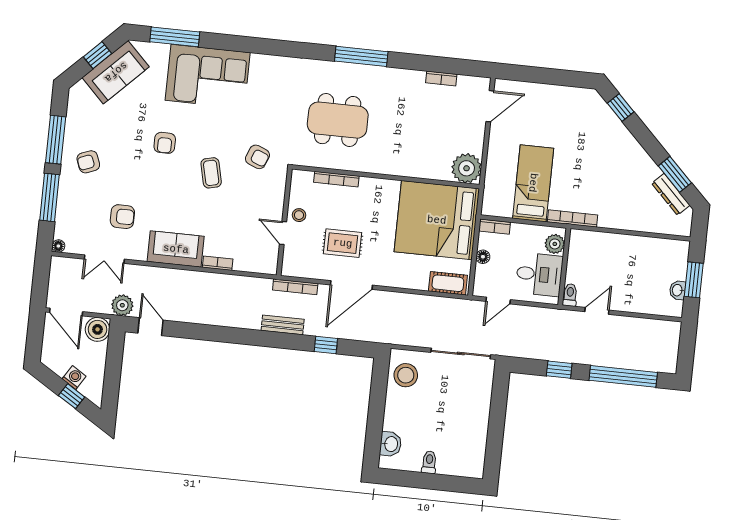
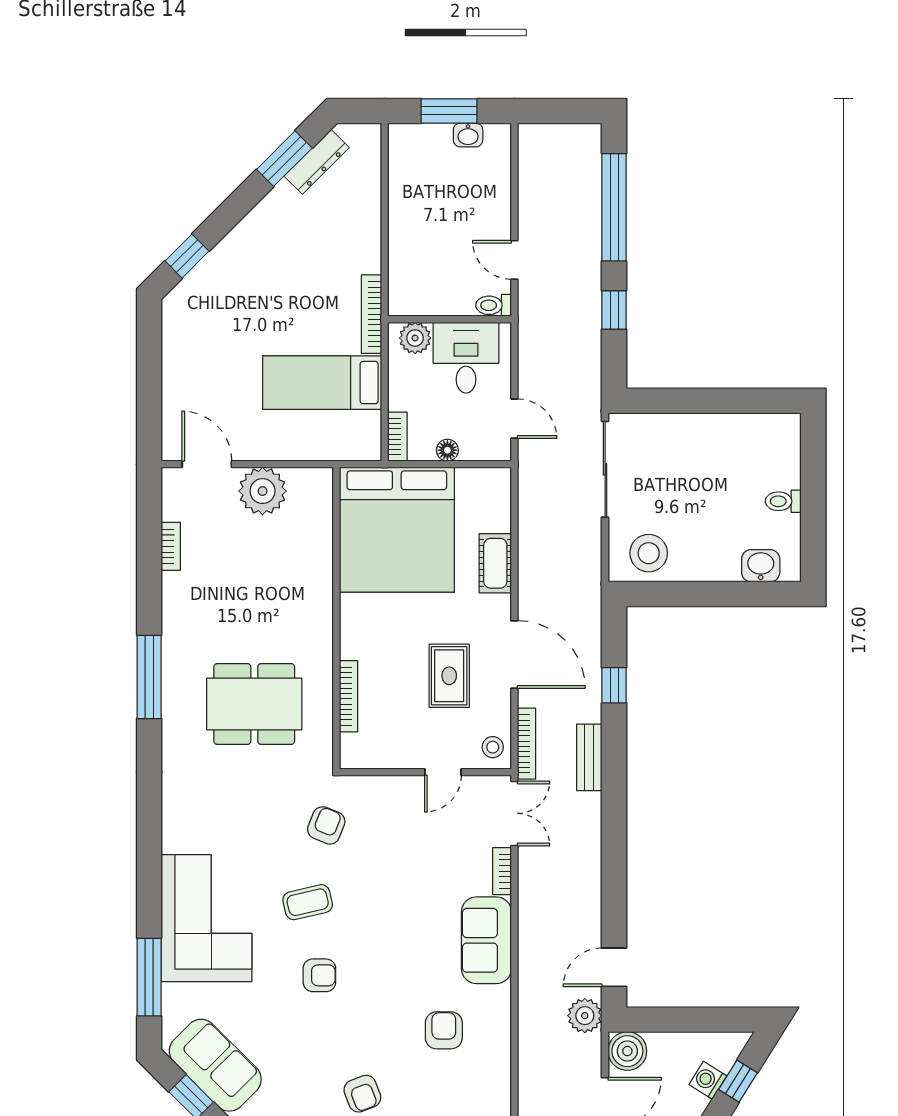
dining table: (338, 120) -> (254, 704), turned 90
plant: (467, 168) -> (263, 491), moved
coffee table: (211, 173) -> (308, 902), moved
stool: (299, 215) -> (493, 747), moved
double door: (104, 259) -> (514, 813), moved
cot: (448, 283) -> (495, 563), moved

